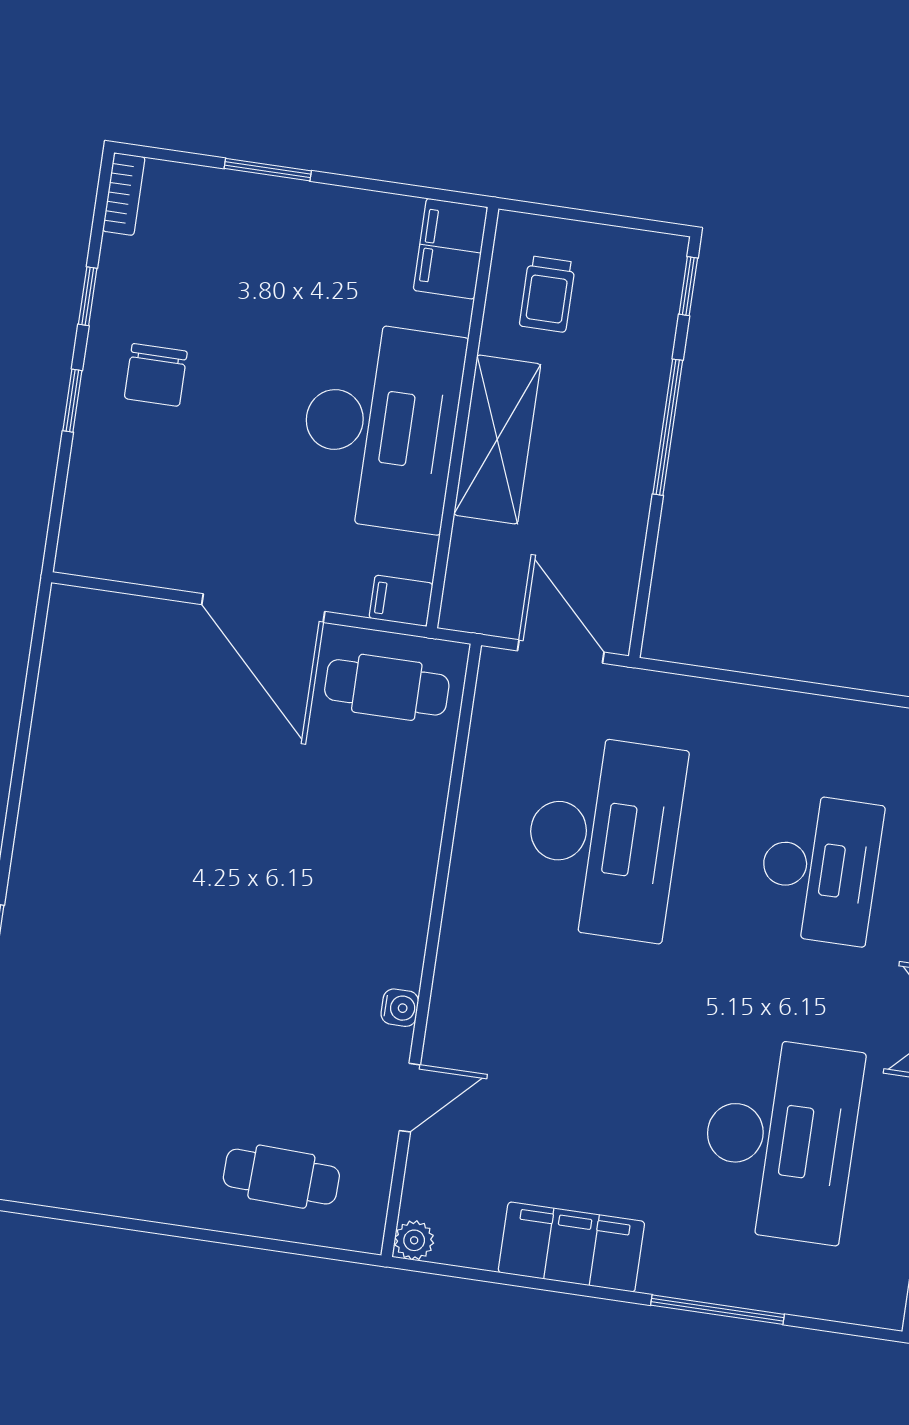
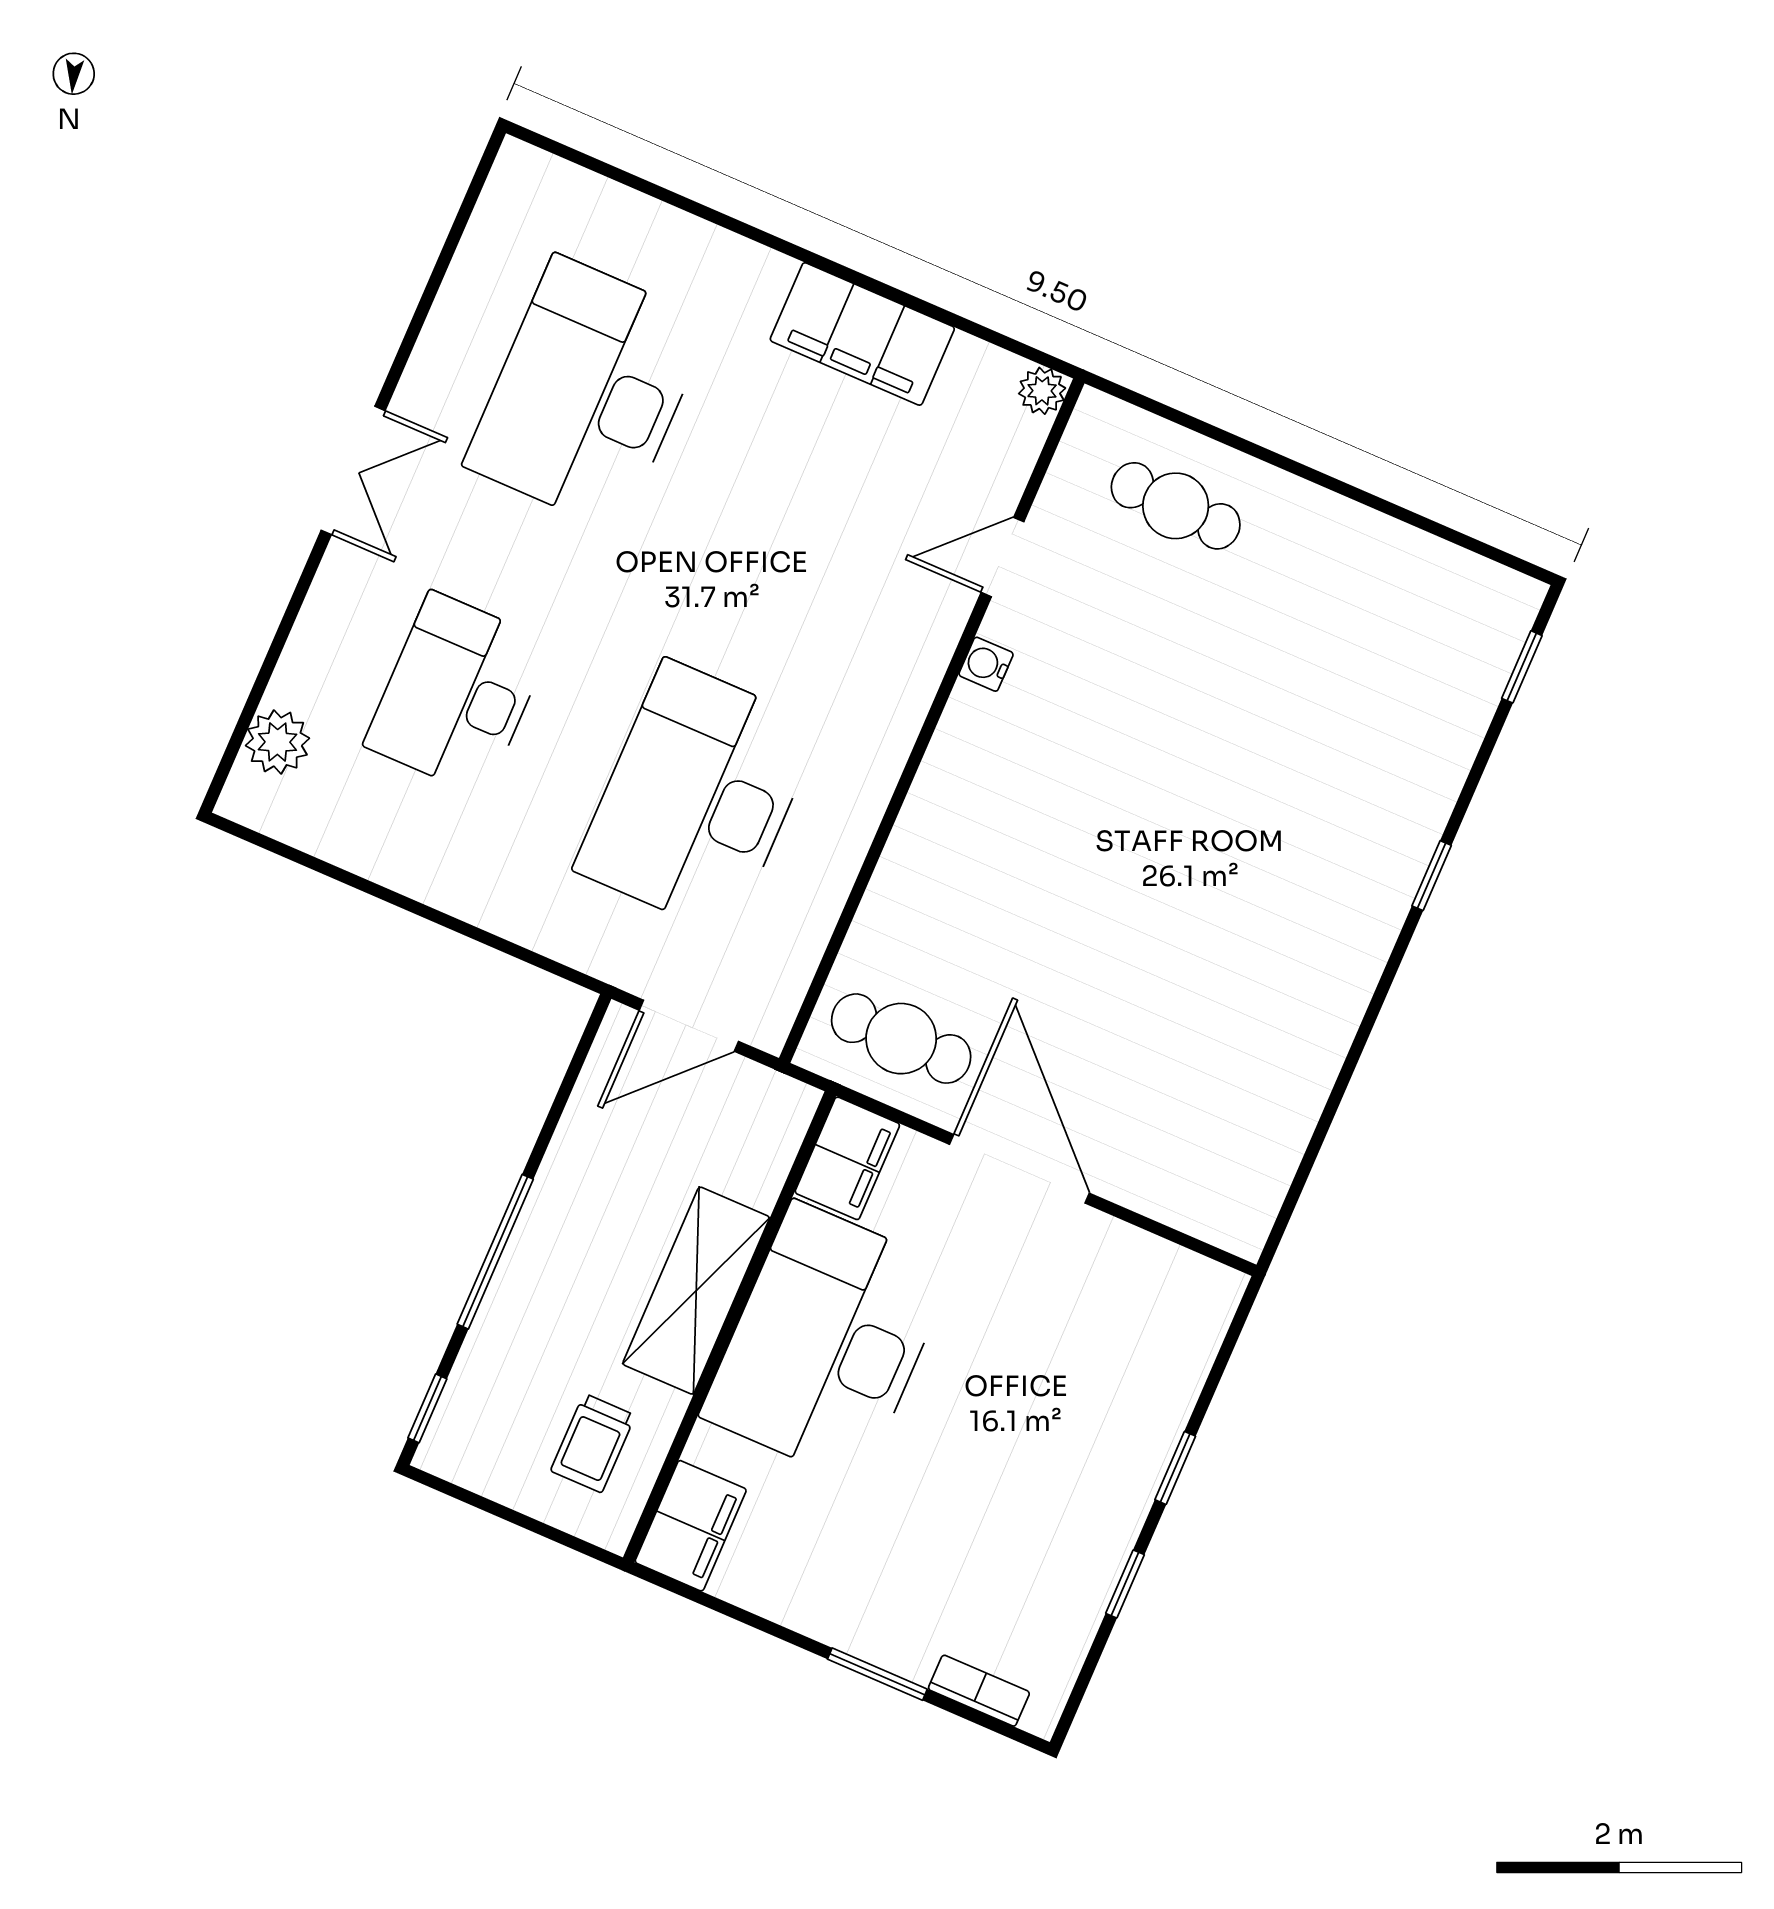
bookcase: (124, 194) -> (979, 1691), moved, turned 90
trolley: (547, 294) -> (593, 1443), turned 180
chair: (156, 375) -> (1071, 1472), removed
filing cabinet: (401, 601) -> (847, 1158), width x2.00
door: (561, 651) -> (689, 1026), hinge flipped
window: (718, 1310) -> (713, 216), removed

